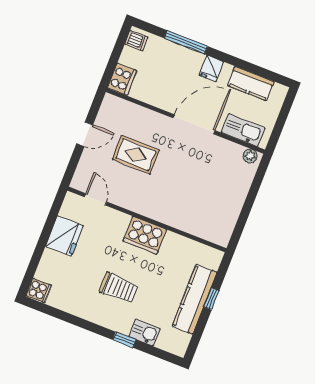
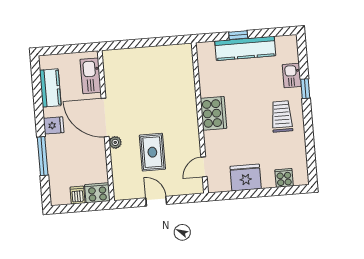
dishwasher: (136, 41) -> (77, 195), moved
plant: (250, 156) -> (115, 142), moved
trolley: (119, 288) -> (282, 116), moved
cooker: (39, 290) -> (284, 178), moved

